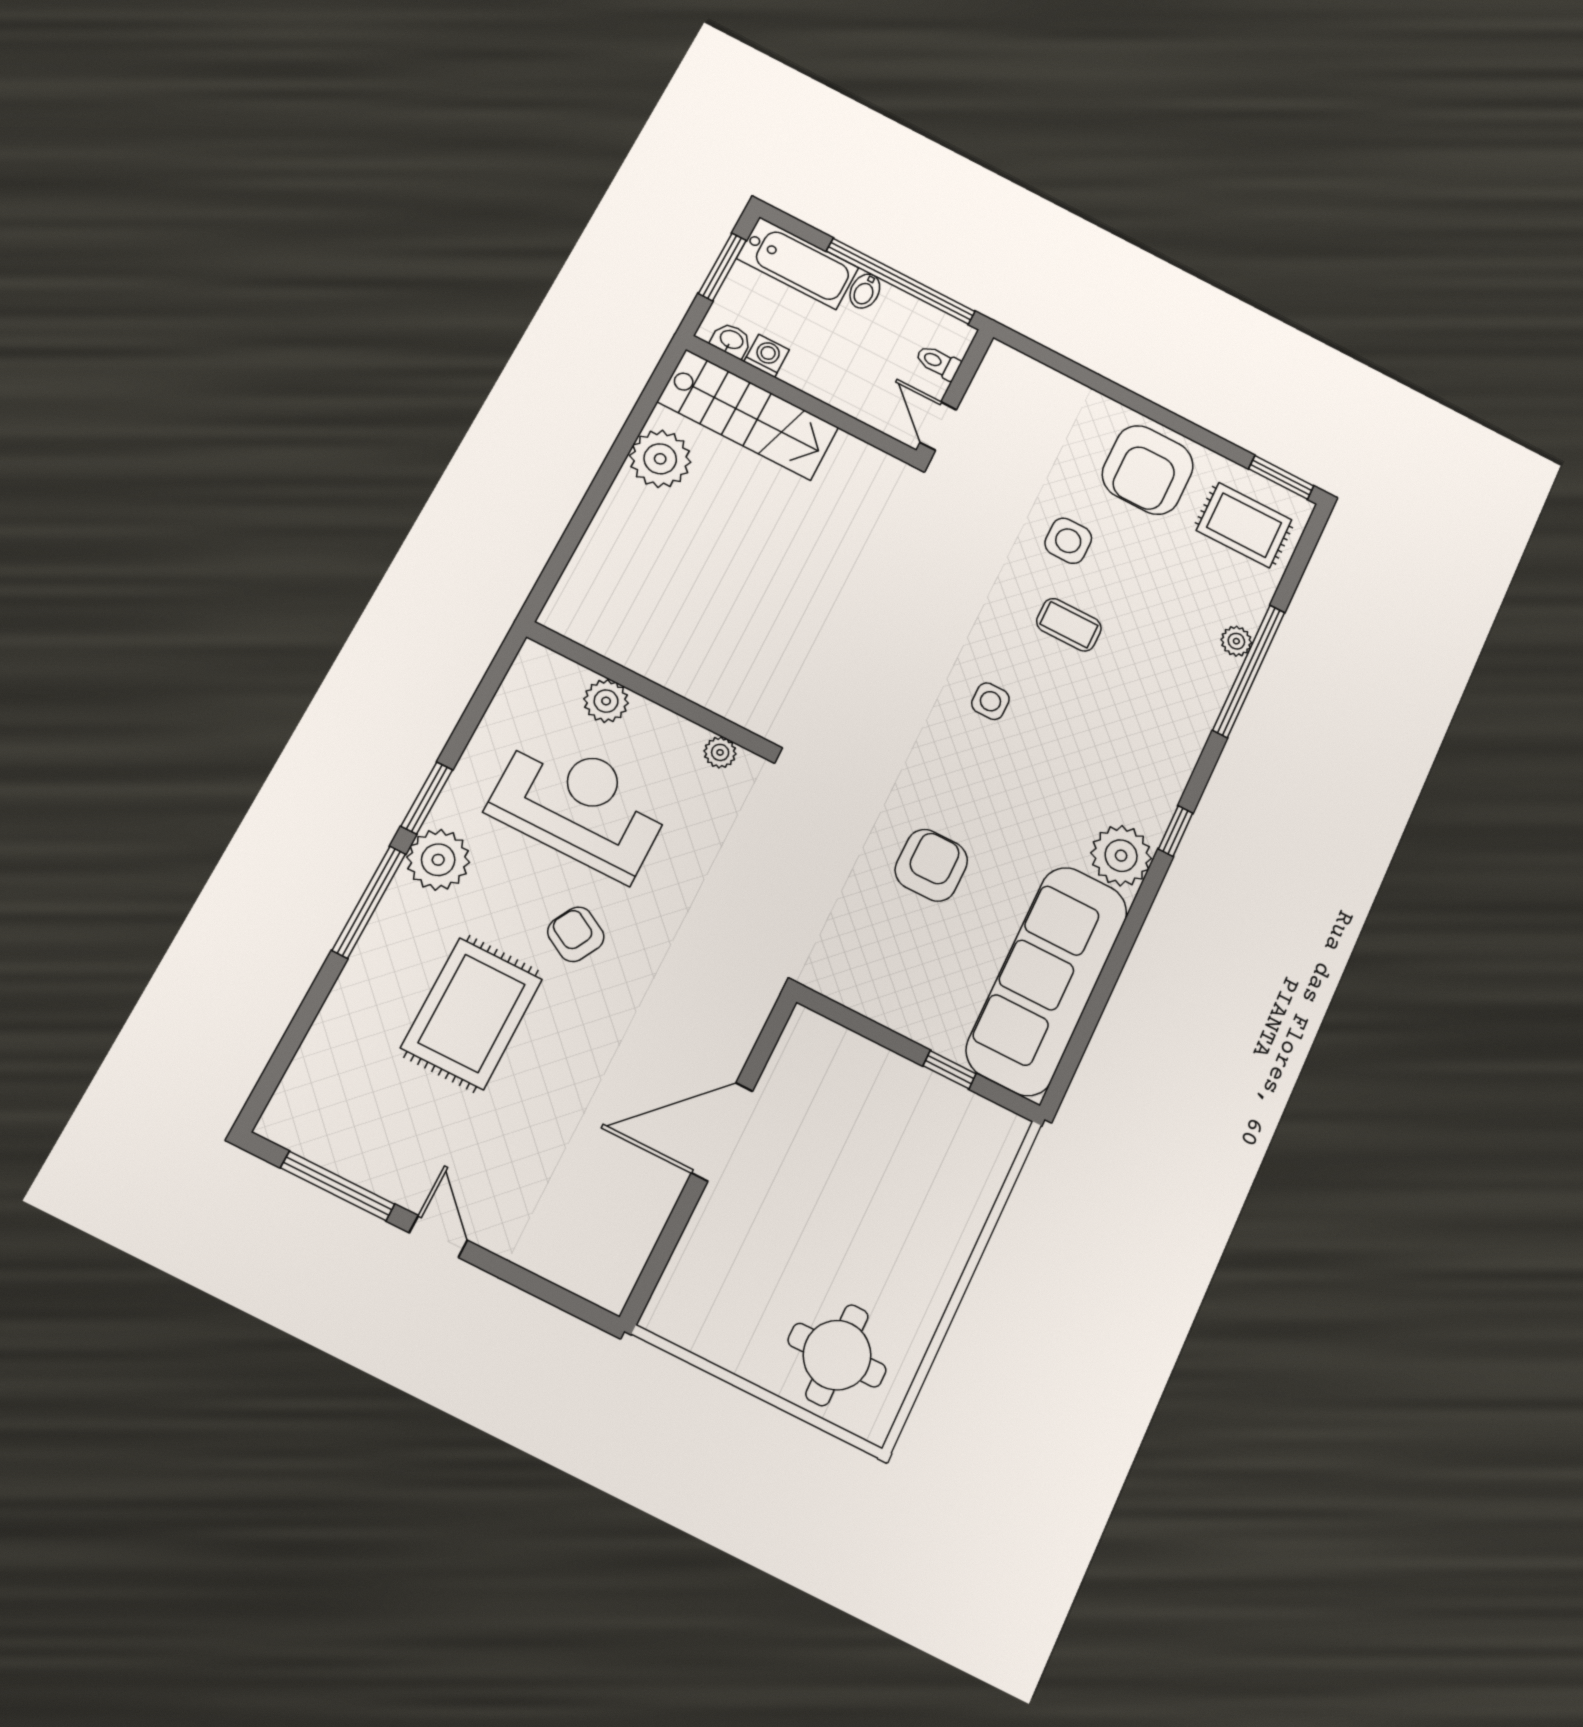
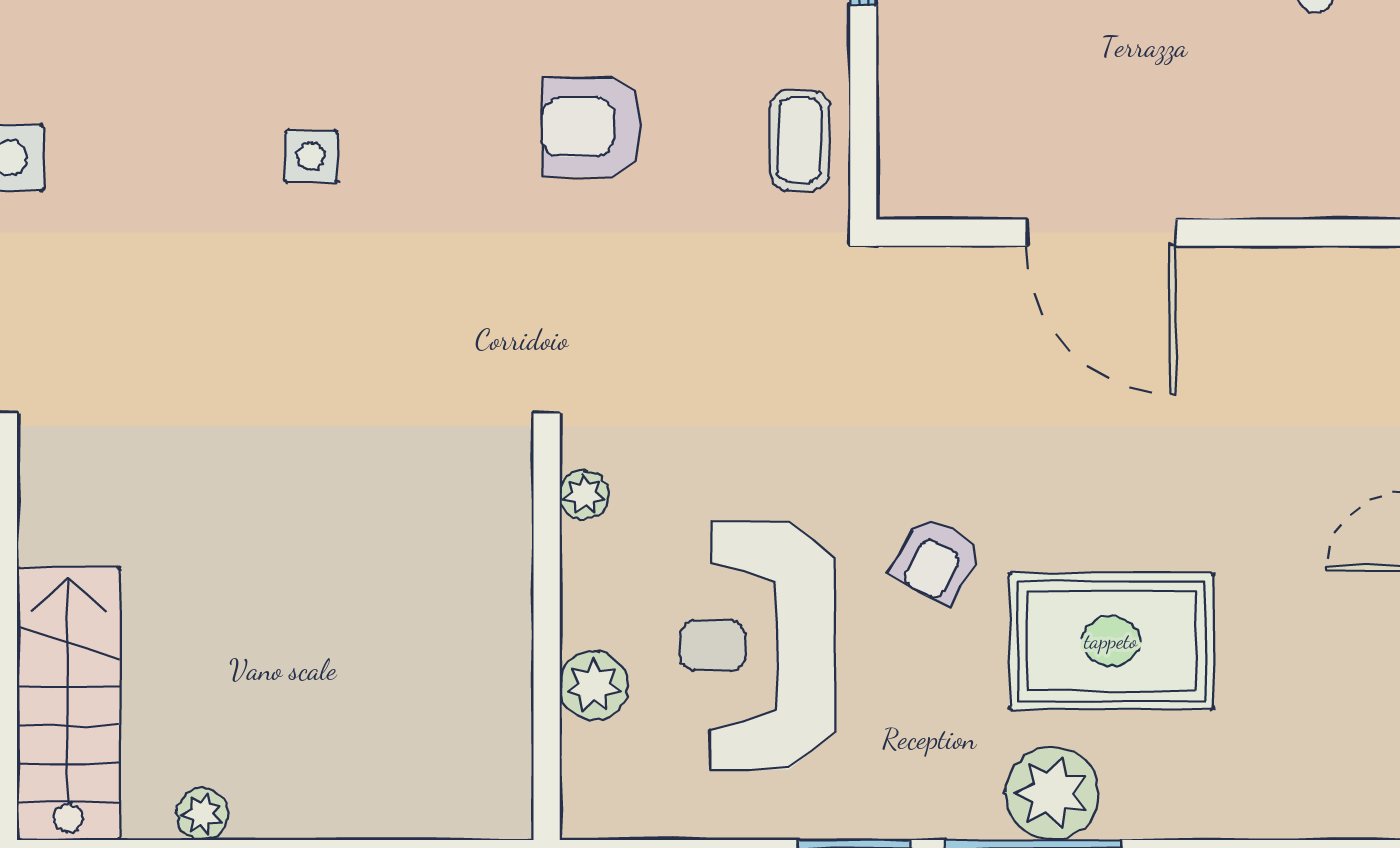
plant: (660, 459) -> (202, 814), width x0.53, depth x0.53
coffee table: (1069, 625) -> (800, 140), moved
plant: (438, 860) -> (1052, 793), moved

